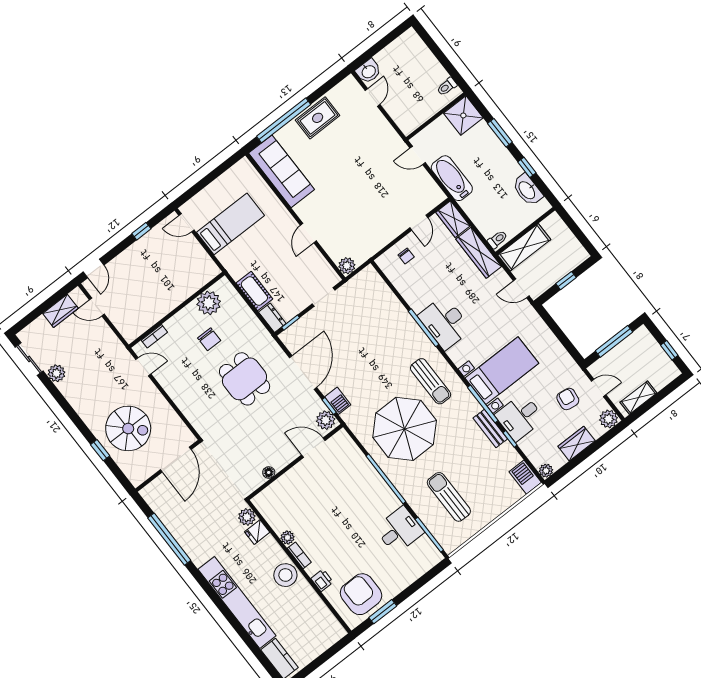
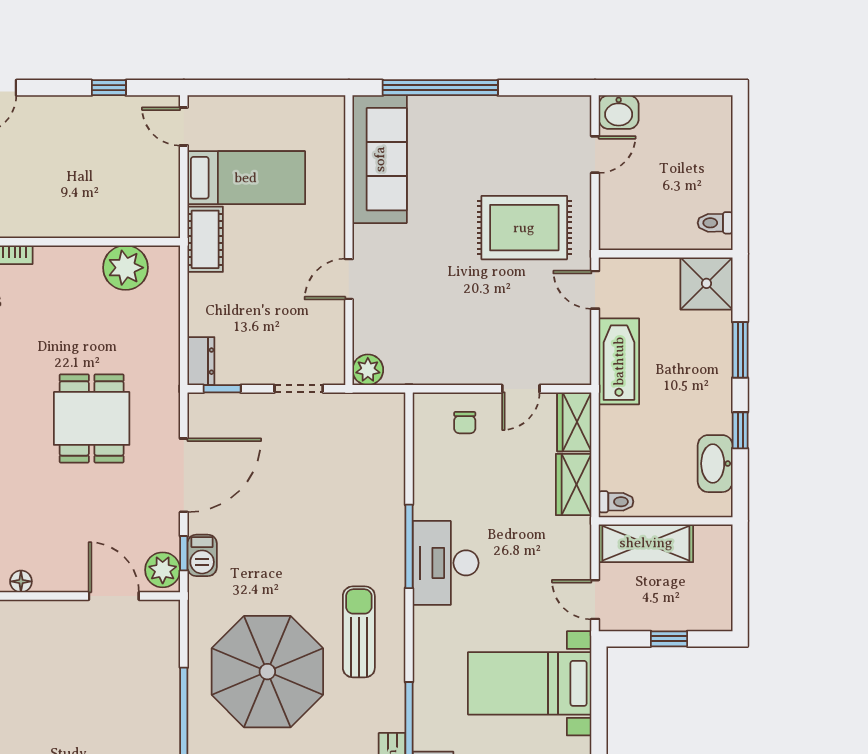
rug: (318, 118) -> (524, 228), moved, width x1.36, depth x1.43
wardrobe: (479, 253) -> (574, 485), width x0.67
cot: (254, 291) -> (205, 239), moved
chair: (209, 339) -> (85, 321), removed
bed with nightstands: (502, 371) -> (530, 683), moved, turned 180
sun lounger: (431, 381) -> (359, 632), turned 180

